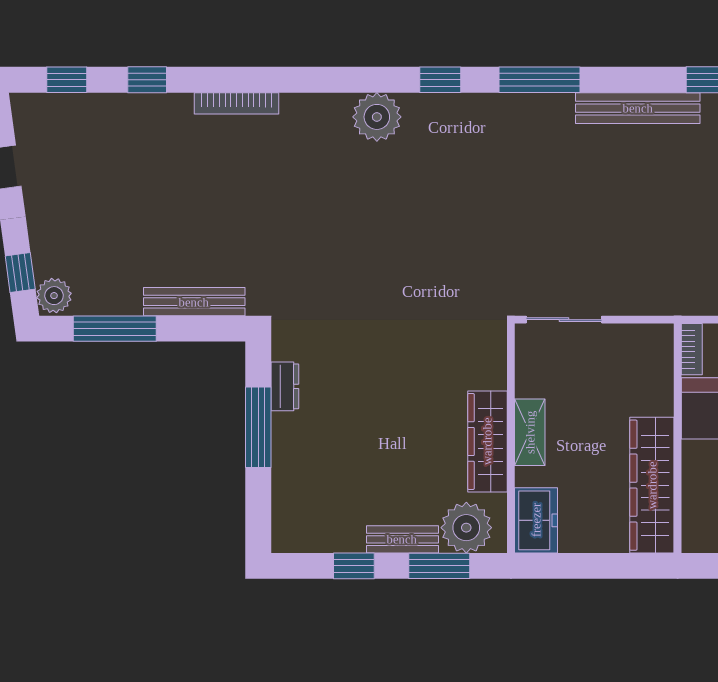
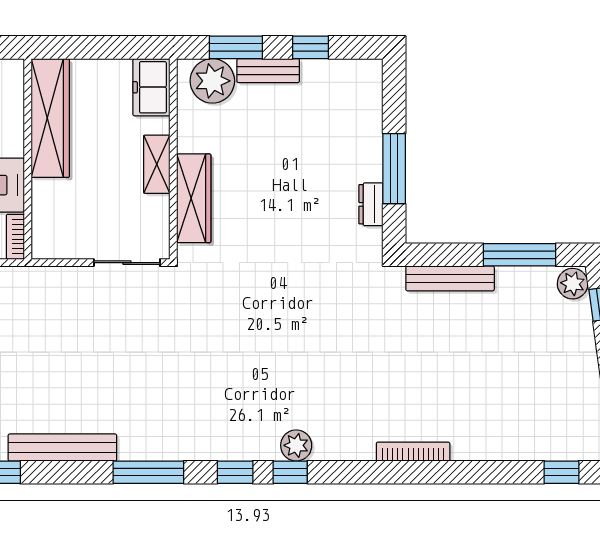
window: (147, 80) -> (290, 472), moved
plant: (377, 117) -> (296, 445), width x0.73, depth x0.73
wardrobe: (487, 441) -> (194, 198), moved

